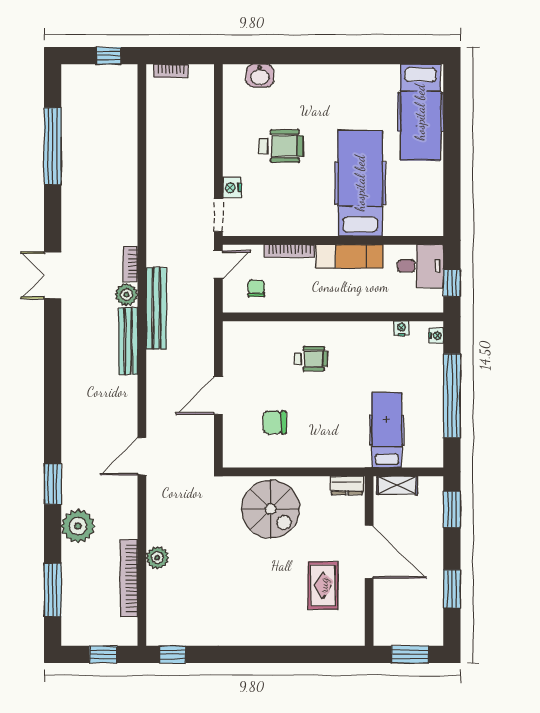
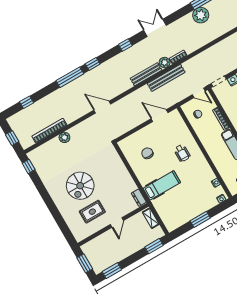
window: (53, 348) -> (125, 45), added
door: (218, 395) -> (160, 116), moved
window: (452, 396) -> (200, 219), width x0.47
window: (53, 428) -> (93, 64), added
hospital bed: (387, 430) -> (162, 185), moved
window: (53, 484) -> (70, 77), width x1.44
spiral stairs: (271, 509) -> (80, 186), moved
plant: (78, 526) -> (201, 15), moved
door: (369, 552) -> (117, 223), width x0.53
window: (452, 589) -> (112, 271), moved
window: (53, 590) -> (27, 102), width x0.46

